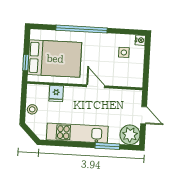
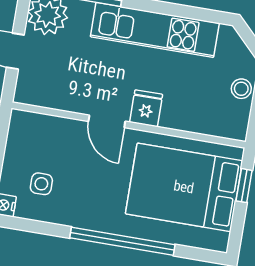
fridge: (56, 94) -> (146, 108), moved

